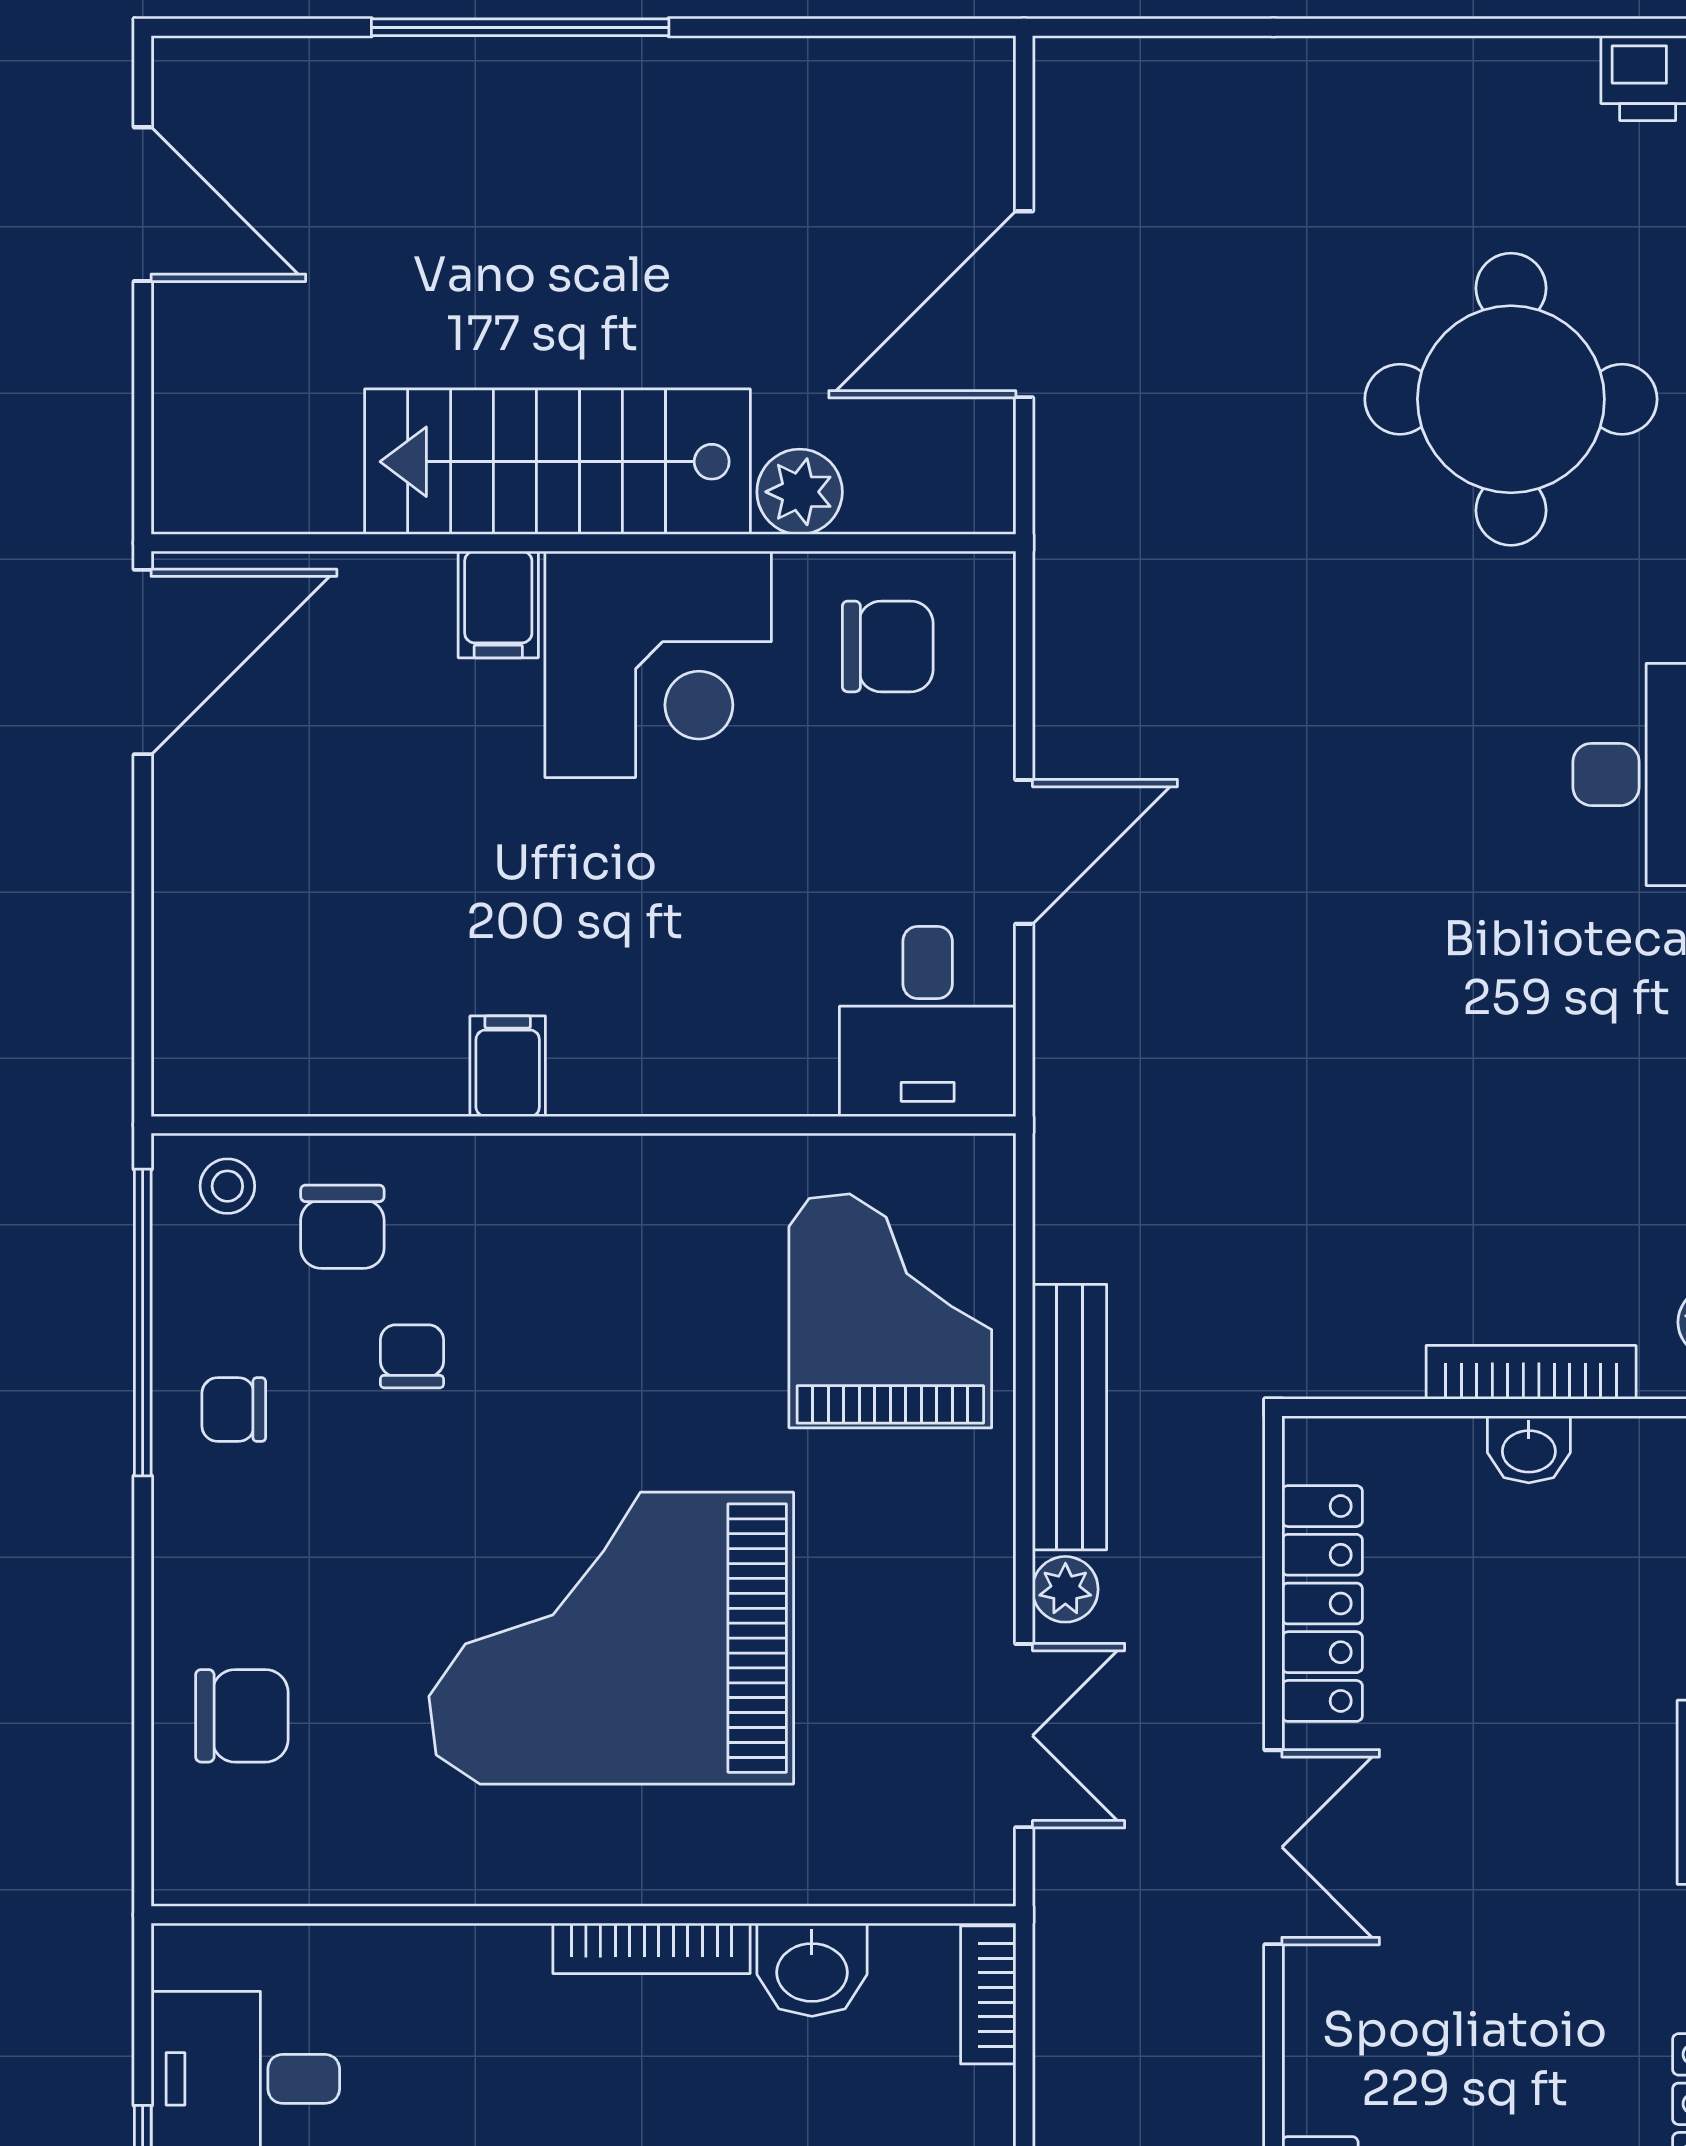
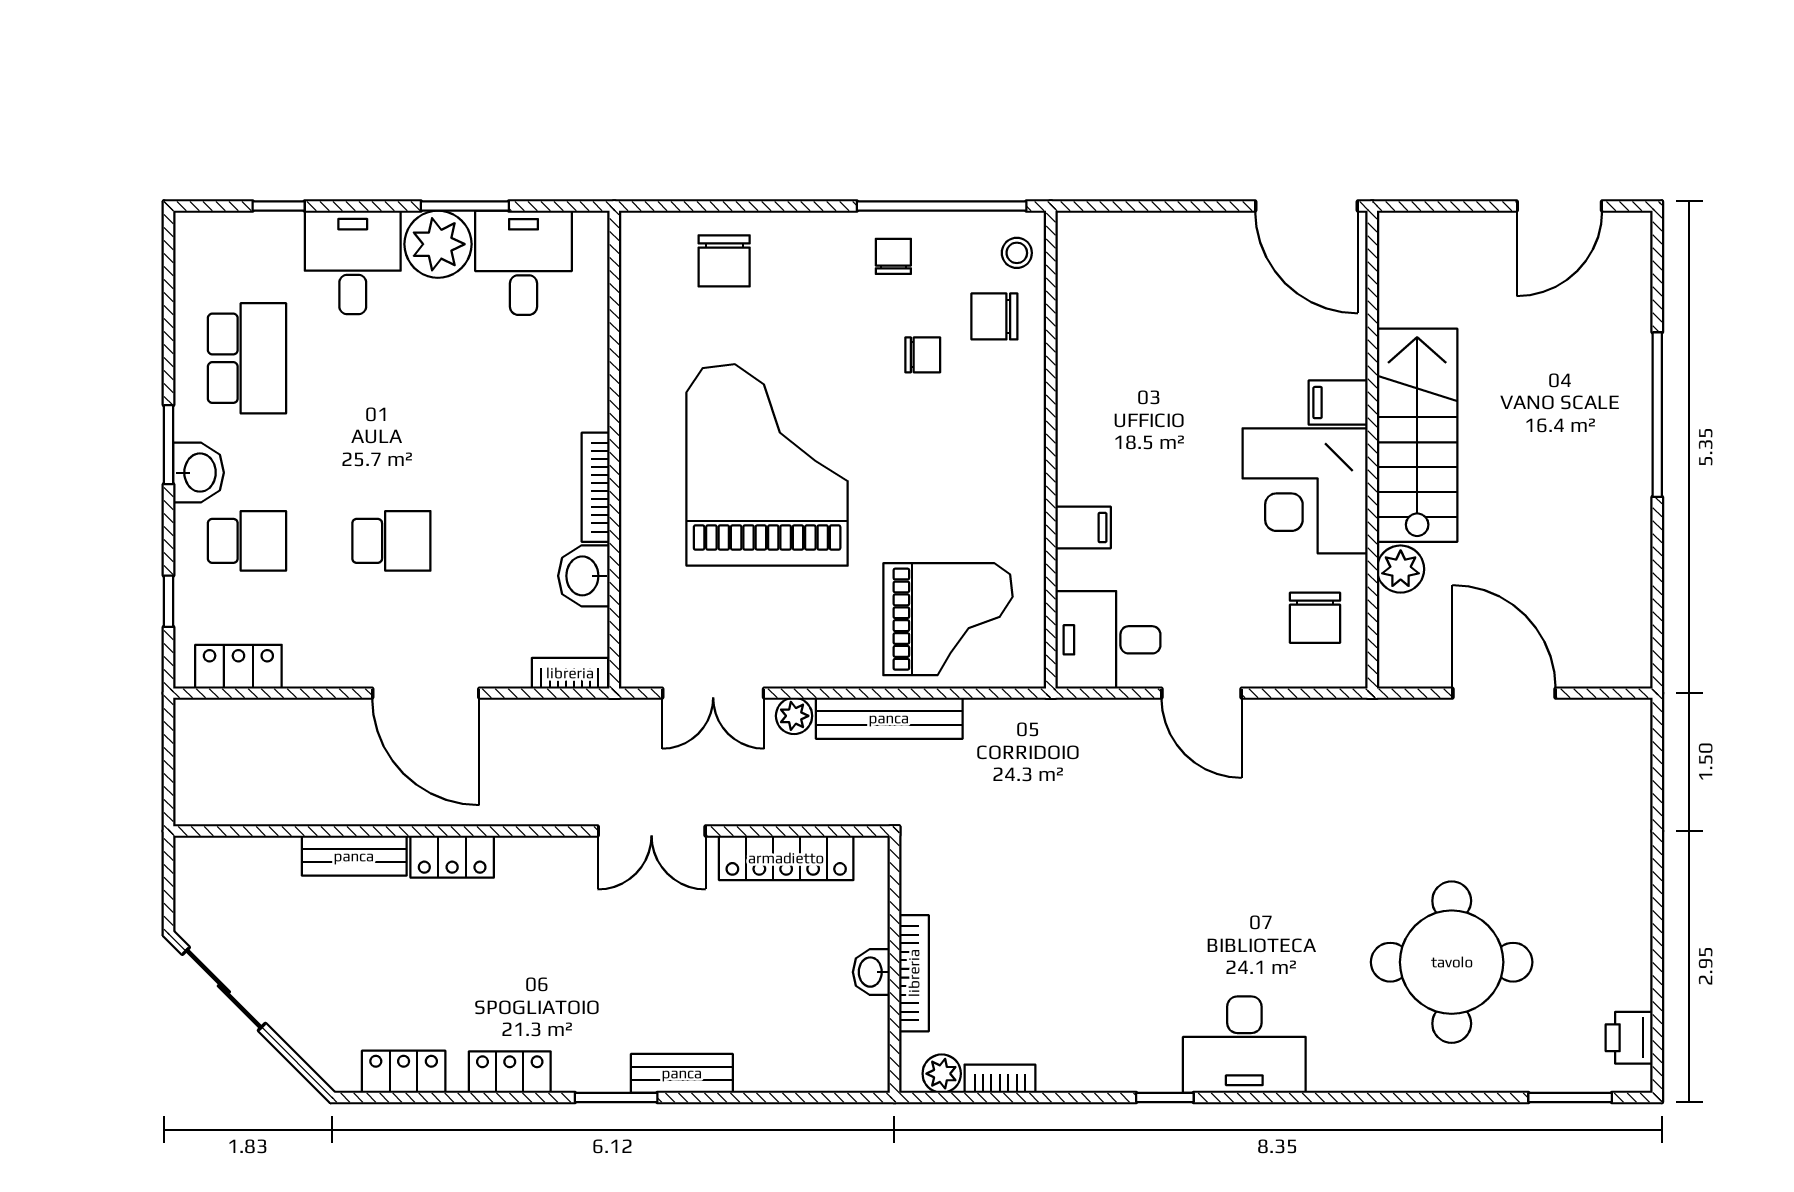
filing cabinet: (508, 1066) -> (1083, 528), moved

